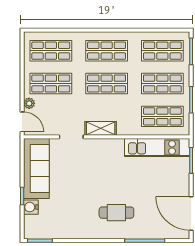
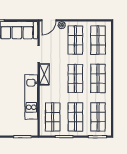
kitchen unit: (157, 147) -> (31, 97), moved

